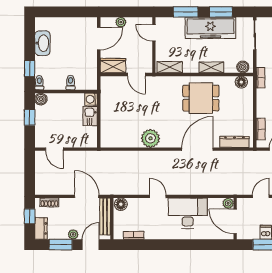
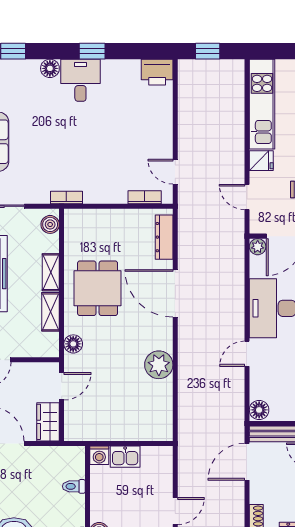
shelving: (170, 67) -> (51, 312), moved
floor lamp: (241, 82) -> (73, 344), moved

